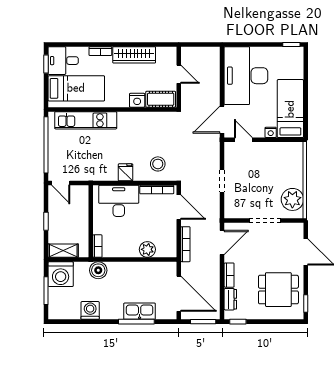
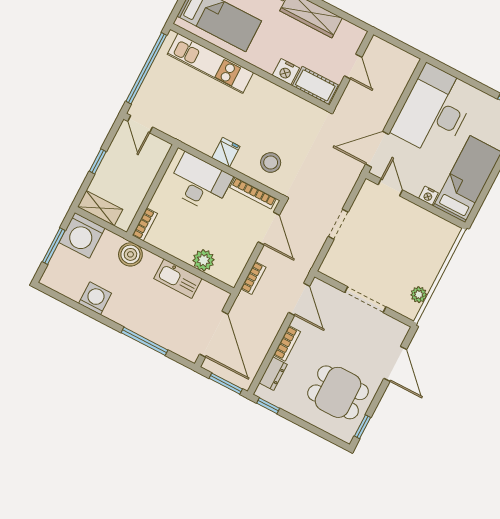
plant: (292, 199) -> (419, 295), width x0.53, depth x0.53
door: (222, 243) -> (299, 299), hinge flipped
bookcase: (185, 244) -> (253, 278), width x0.64
kitchen sink: (140, 311) -> (178, 279), moved, turned 180

